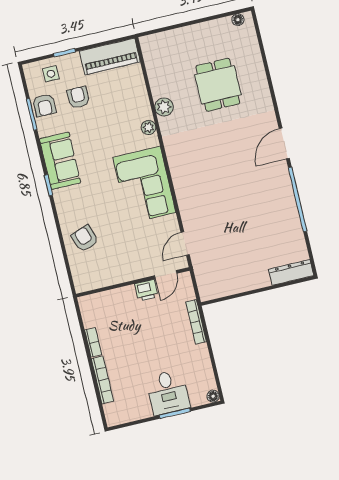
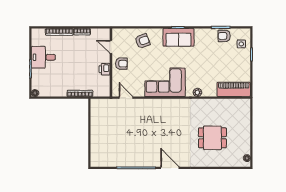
piano: (110, 56) -> (234, 89), moved, turned 90
armchair: (78, 97) -> (121, 64), moved
plant: (164, 107) -> (207, 104), removed
sofa: (60, 161) -> (178, 37), moved
dresser: (291, 272) -> (95, 154), removed
door: (166, 275) -> (111, 47), moved
desk: (168, 392) -> (43, 57), moved

